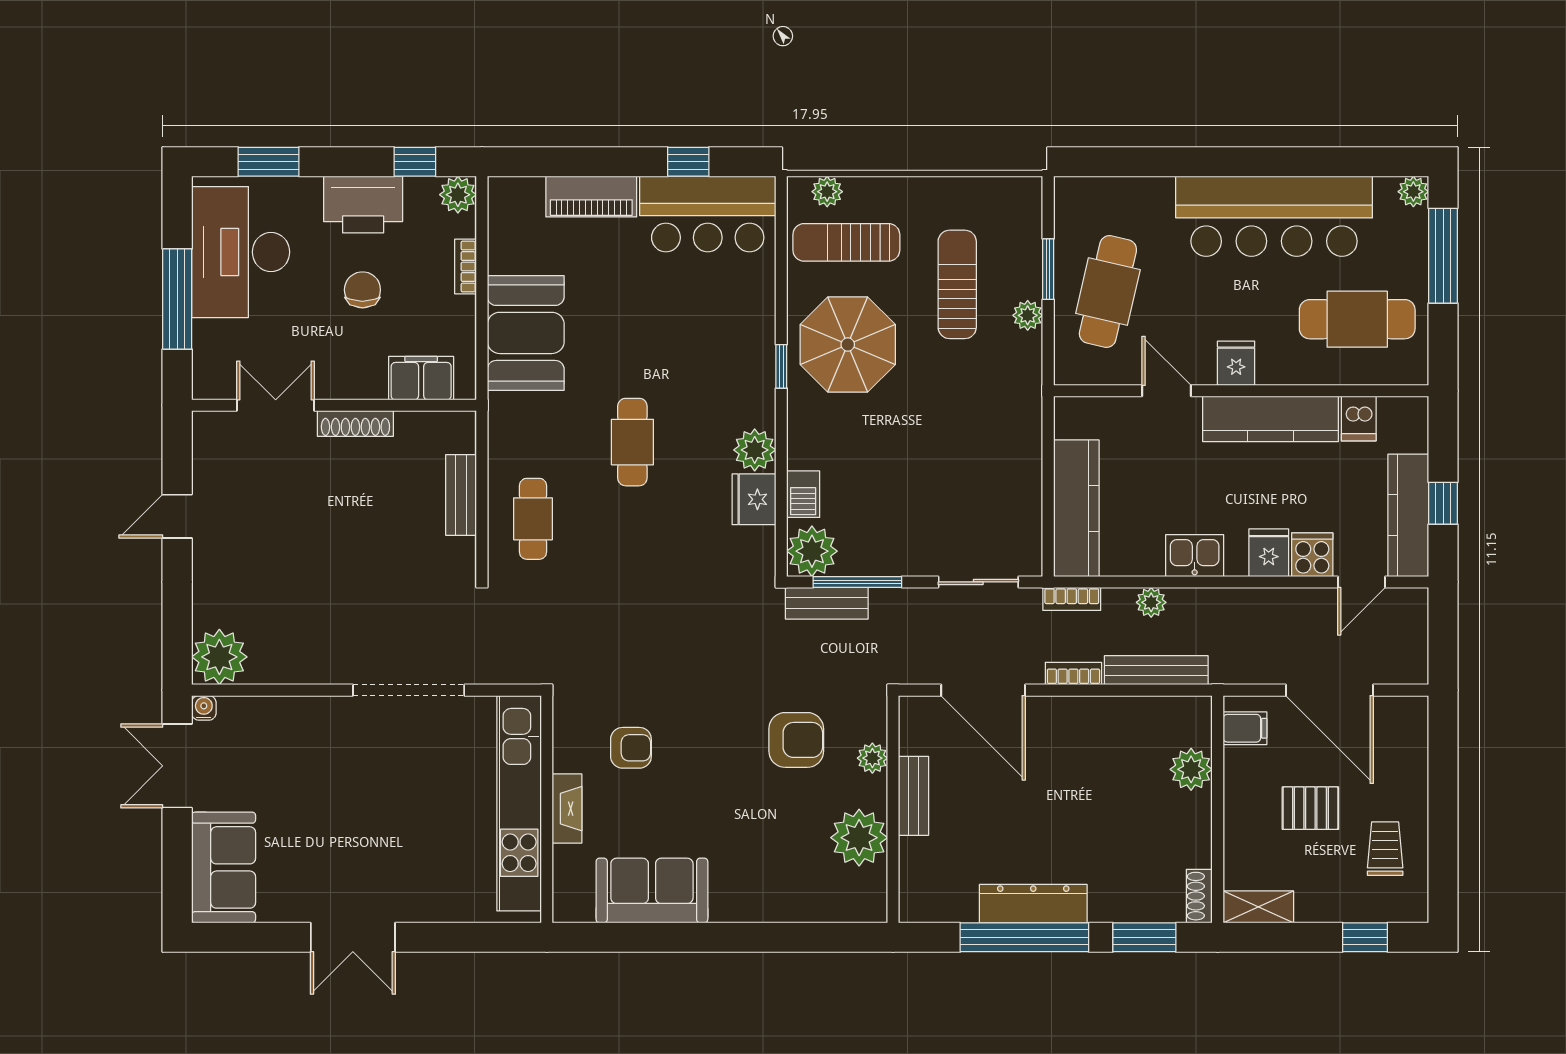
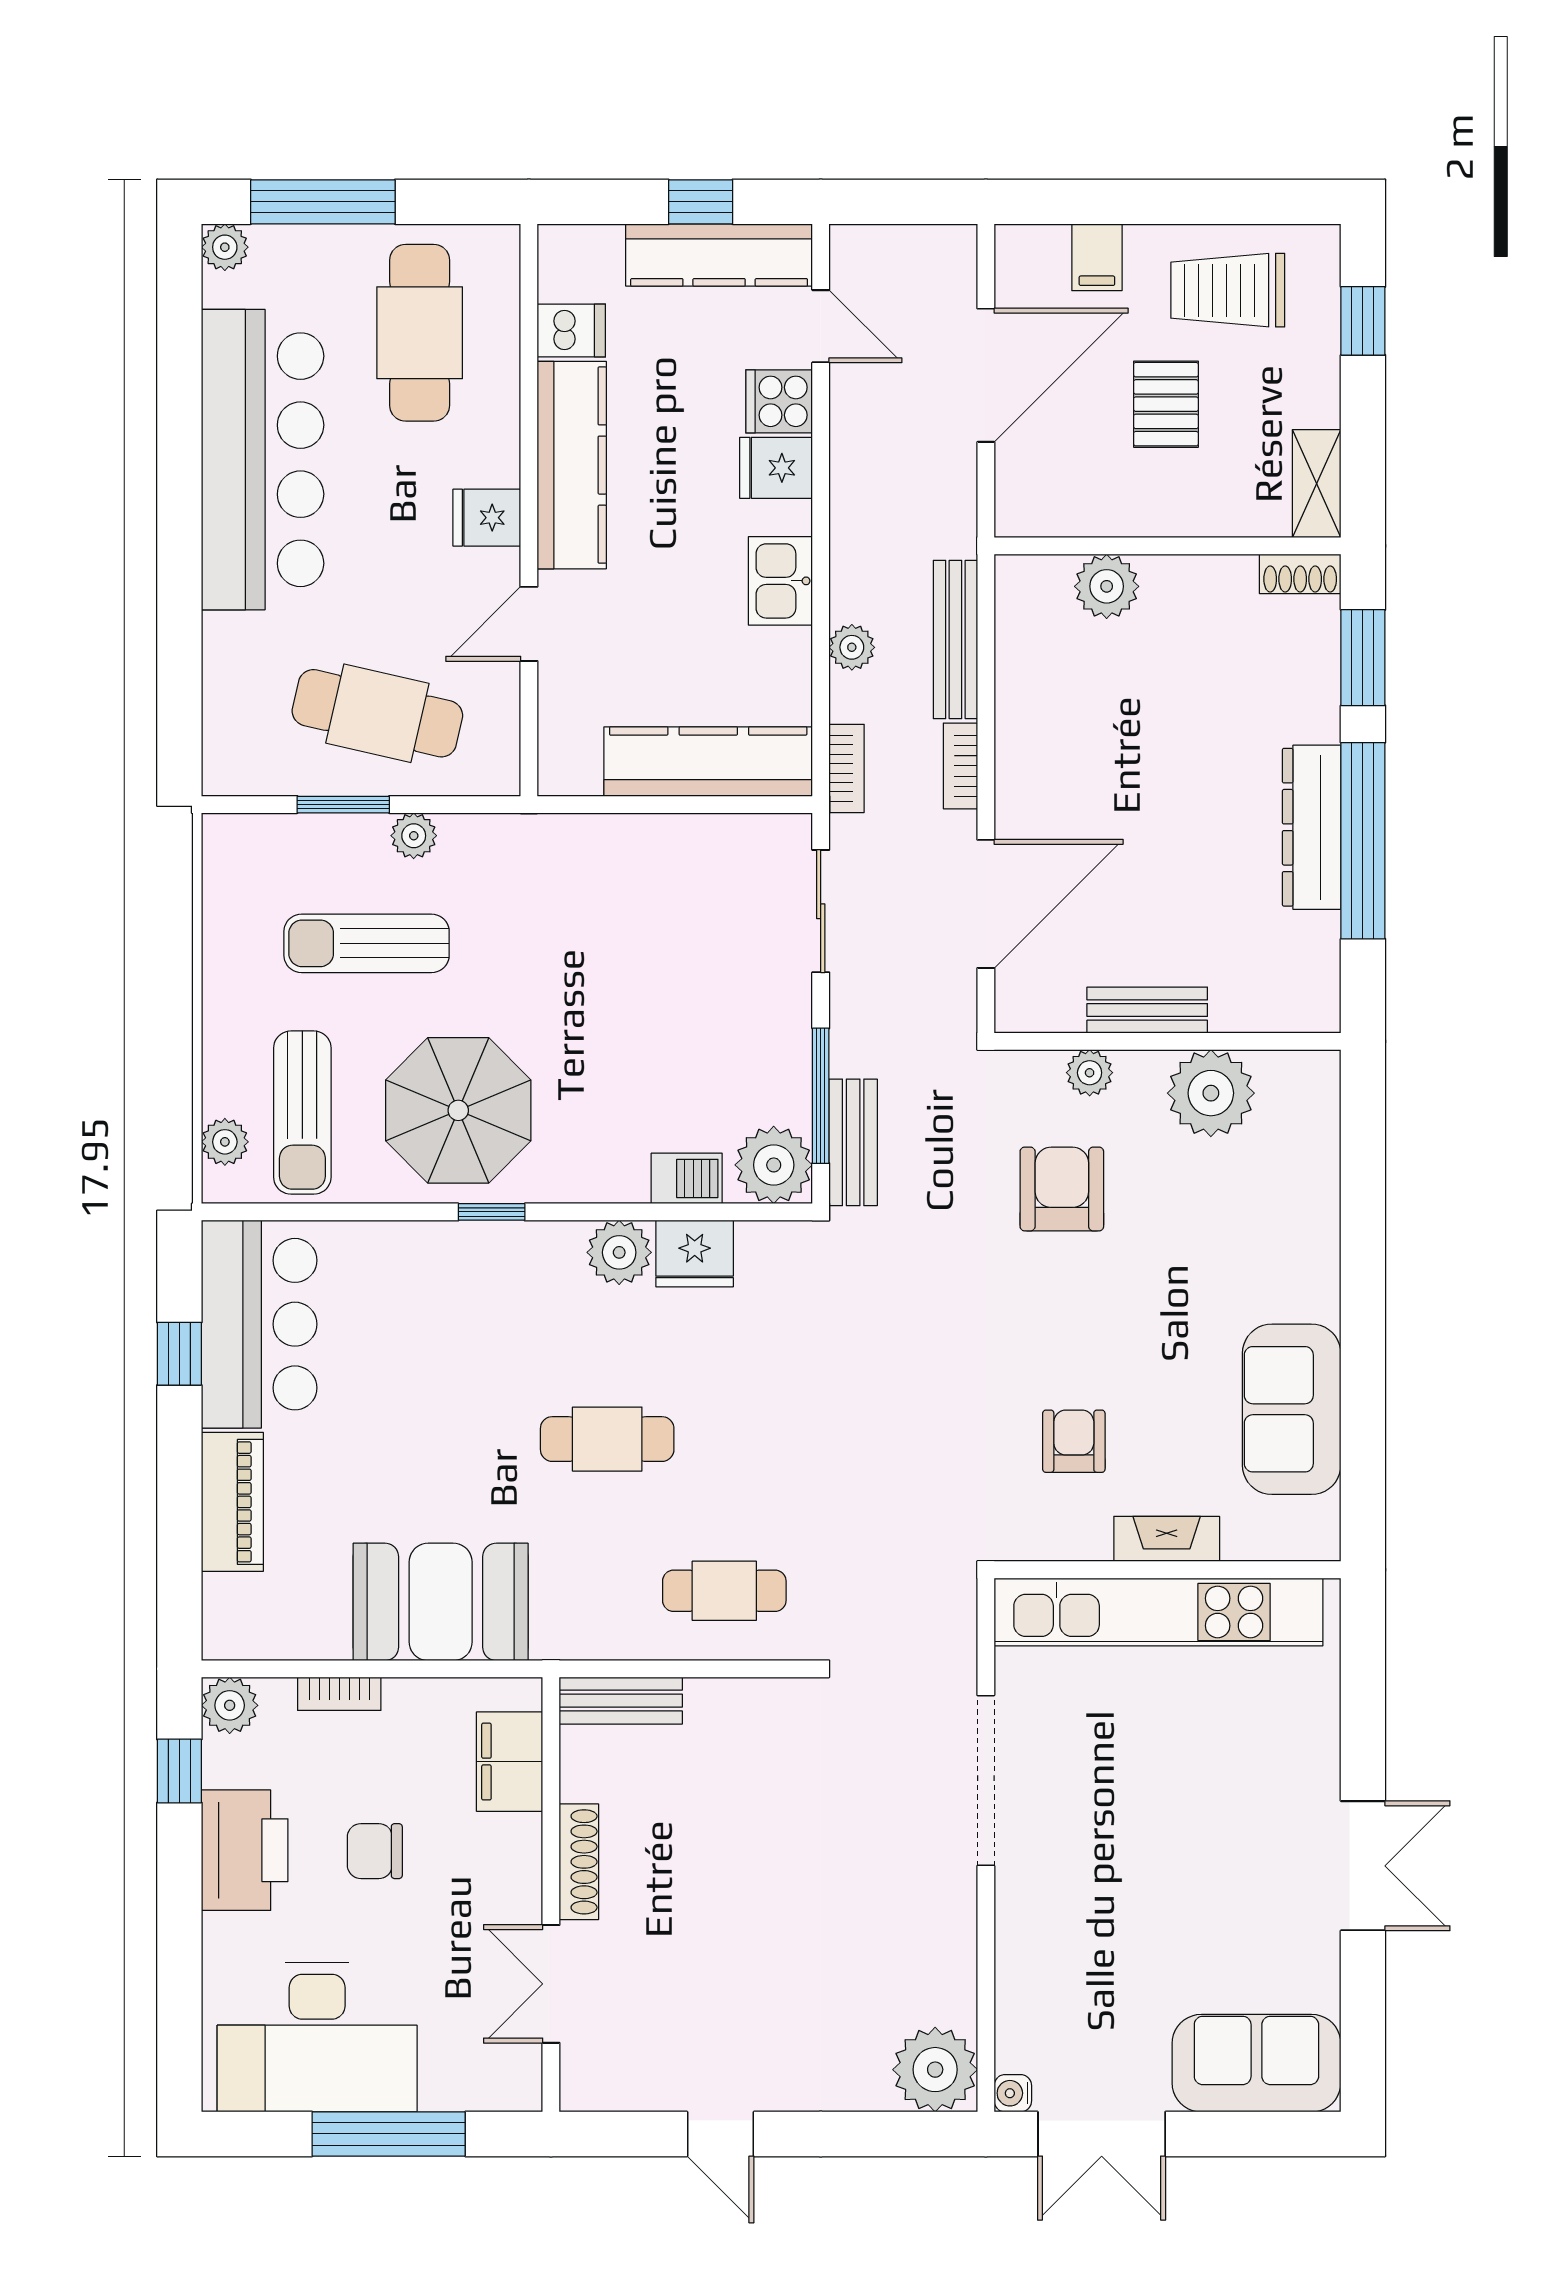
window: (269, 162) -> (179, 1994), removed
bench: (461, 495) -> (621, 1701), moved
filing cabinet: (1245, 728) -> (1097, 257), moved, turned 180
trolley: (1385, 849) -> (1228, 290), width x1.36, depth x1.39

